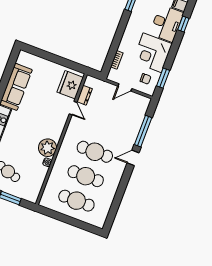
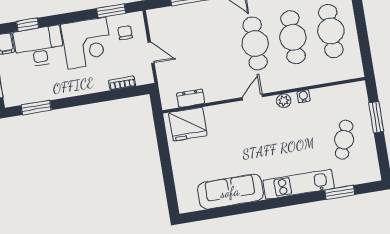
door: (73, 108) -> (252, 97), moved
plant: (47, 148) -> (284, 101), width x0.53, depth x0.53

